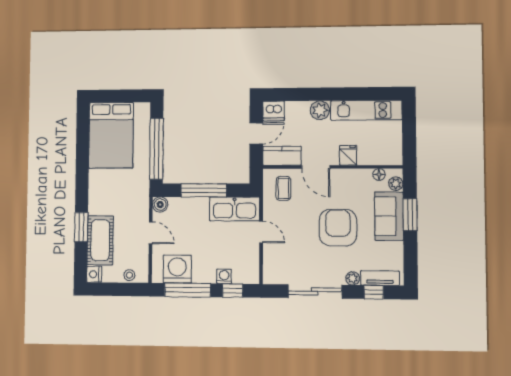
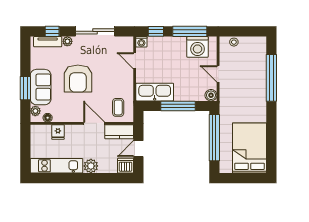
fridge: (348, 155) -> (58, 132), moved
window: (81, 227) -> (271, 78), width x2.11
door: (261, 232) -> (135, 61), moved
cot: (100, 240) -> (257, 68), removed
nightstand: (94, 274) -> (261, 42), removed
washing machine: (224, 276) -> (141, 42), moved

